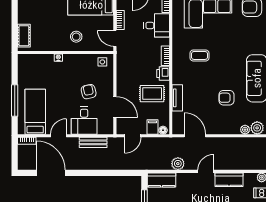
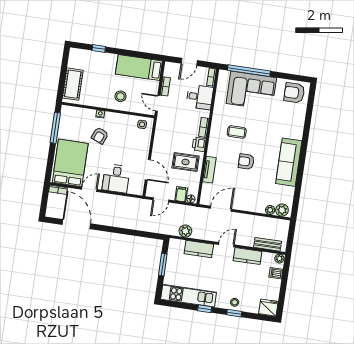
cot: (24, 36) -> (73, 84), width x1.37, depth x1.34
armchair: (89, 92) -> (100, 136), moved, turned -145
armchair: (226, 98) -> (246, 161), moved
window: (15, 100) -> (55, 128), moved
bed: (35, 112) -> (70, 163), width x1.50
door: (195, 136) -> (221, 209), hinge flipped
bench: (93, 142) -> (268, 244), moved
plant: (178, 164) -> (185, 231), moved
kitchen counter: (161, 180) -> (199, 249), moved

